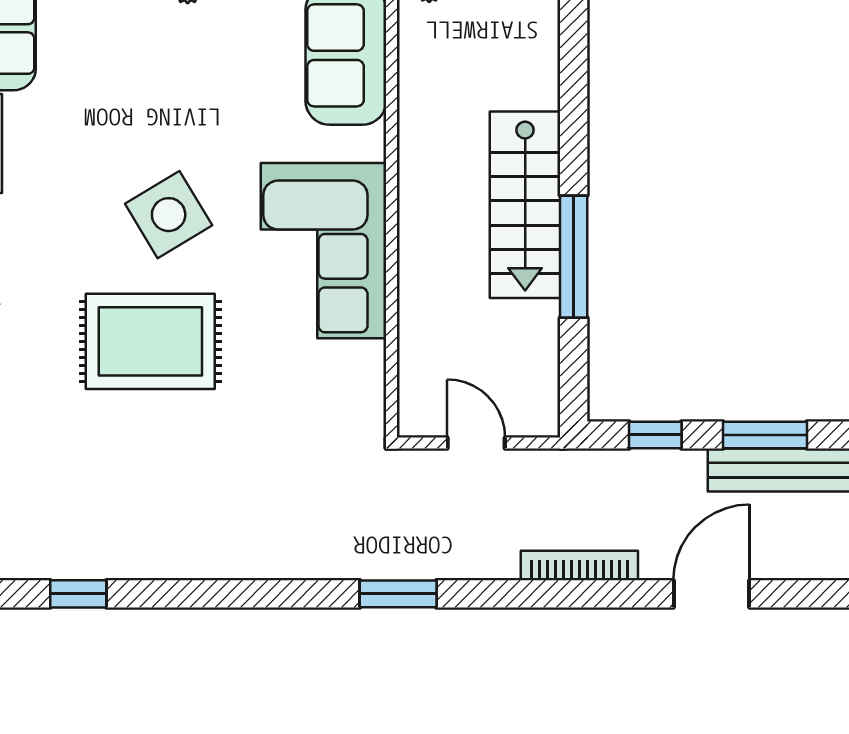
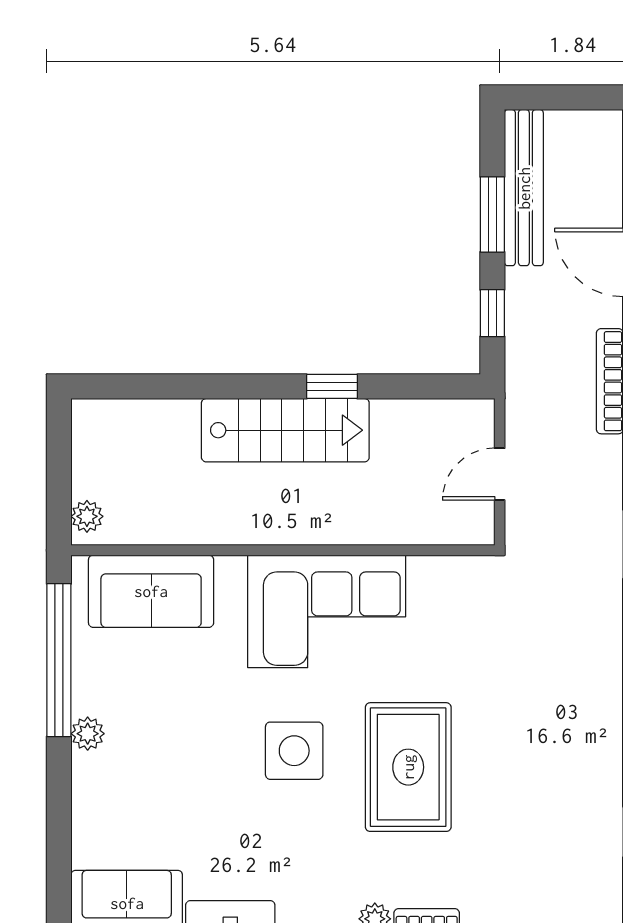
side table: (169, 215) -> (294, 751), turned 31
window: (574, 257) -> (332, 386), width x0.46

